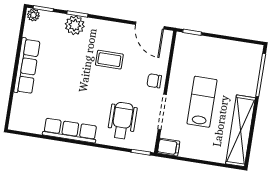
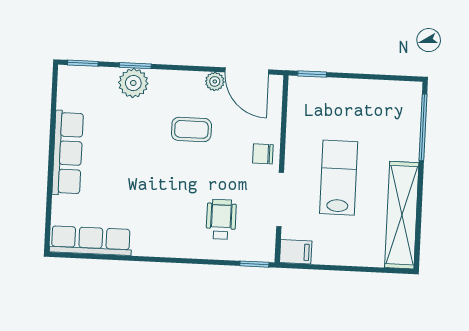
plant: (33, 15) -> (215, 81), moved
wheelchair: (122, 120) -> (221, 219), width x0.73, depth x0.73
row of seats: (70, 130) -> (91, 241), moved

